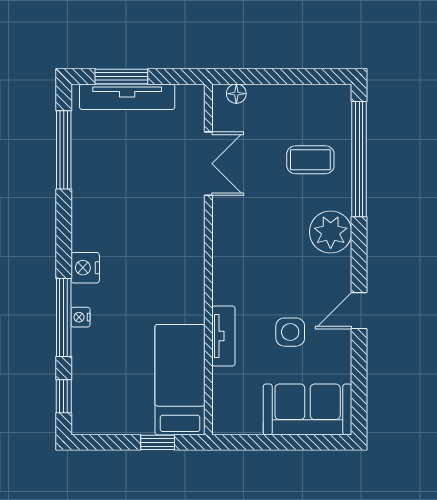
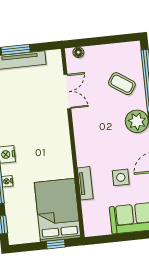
coffee table: (310, 160) -> (122, 84), turned 34
bed: (180, 380) -> (58, 210), width x1.50

